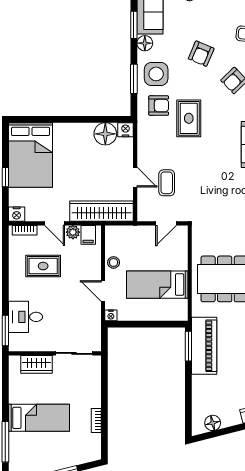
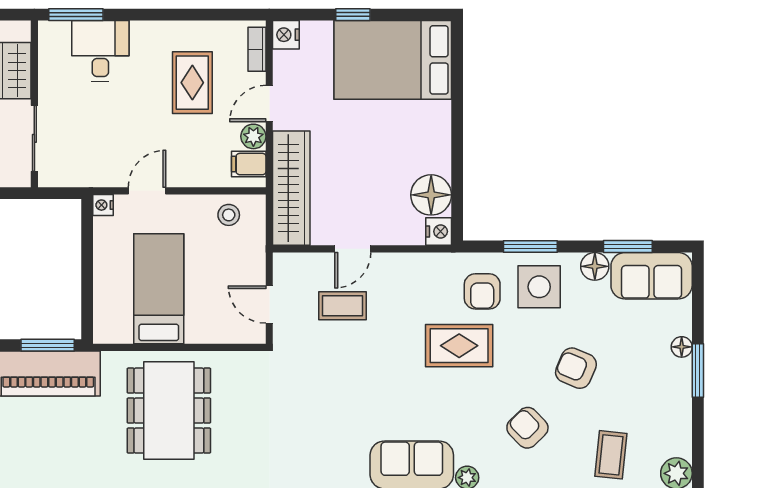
stool: (114, 262) -> (229, 215), moved

